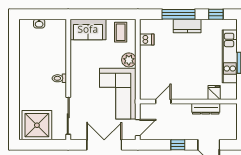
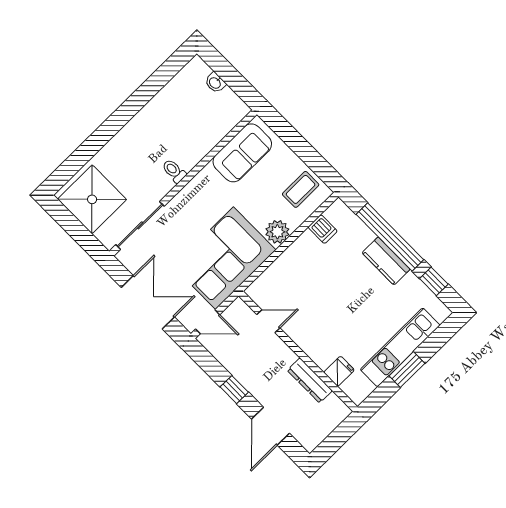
window: (178, 14) -> (390, 237), width x1.46
sofa: (88, 29) -> (242, 153), moved, turned -90

